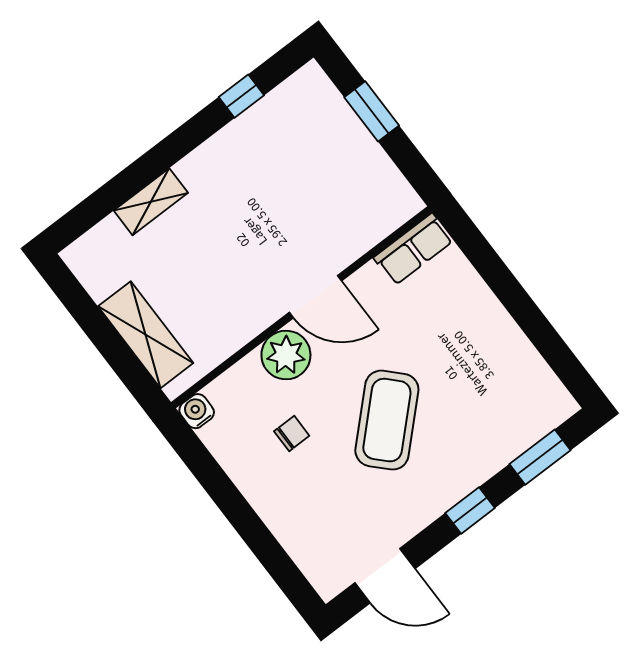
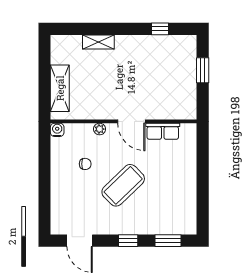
row of seats: (413, 249) -> (163, 131), moved
plant: (286, 355) -> (100, 129), width x0.53, depth x0.53

